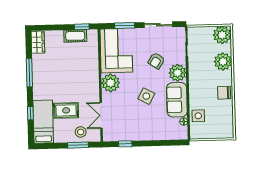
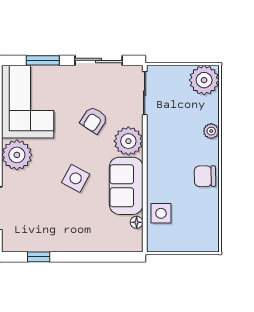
plant: (223, 61) -> (211, 131), width x0.53, depth x0.53

